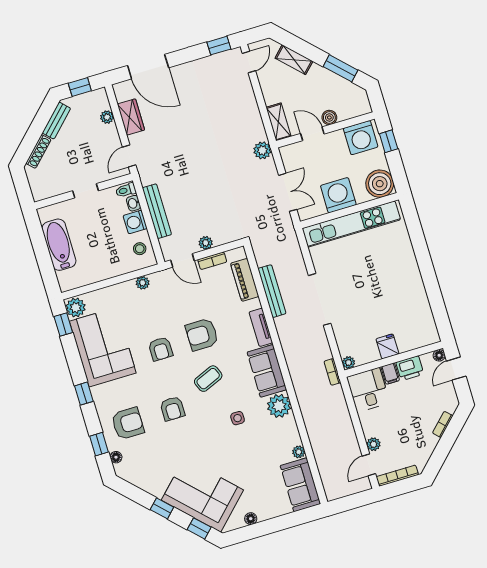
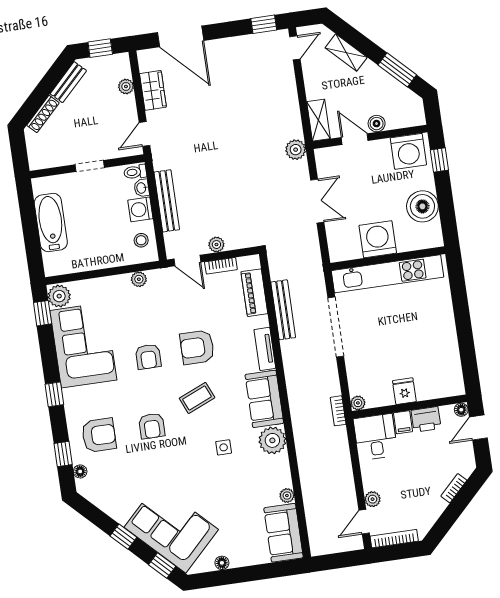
washing machine: (338, 195) -> (378, 239), moved
wall: (349, 211) -> (388, 258), moved
kitchen unit: (351, 224) -> (388, 274), moved

